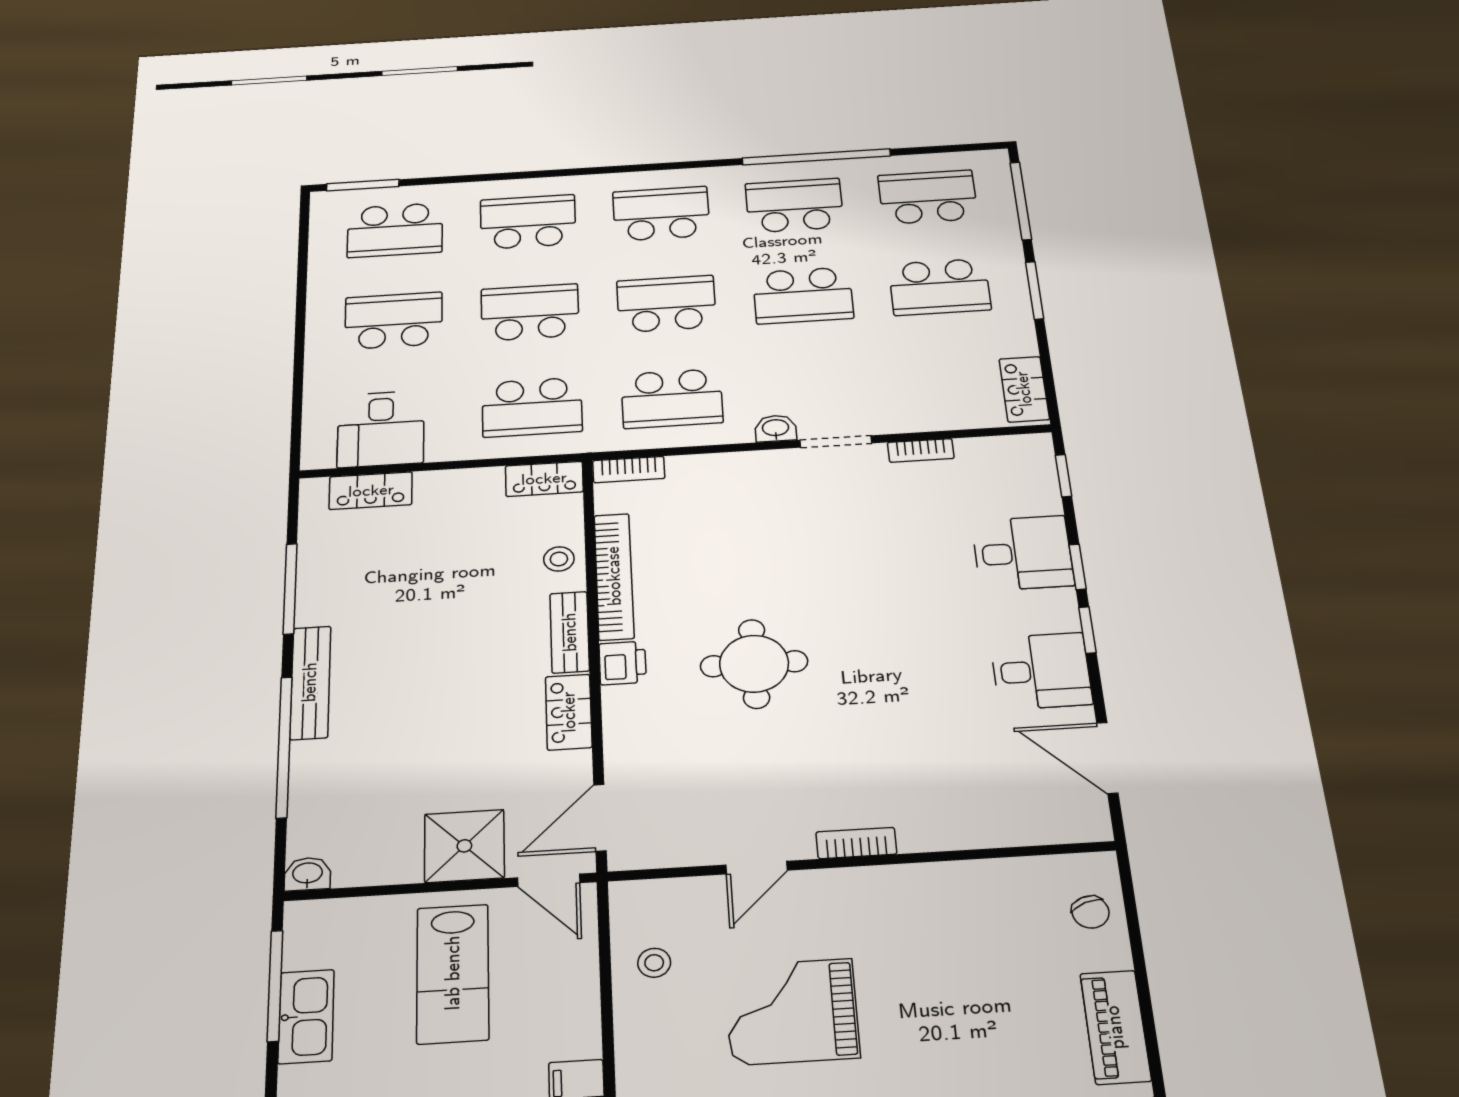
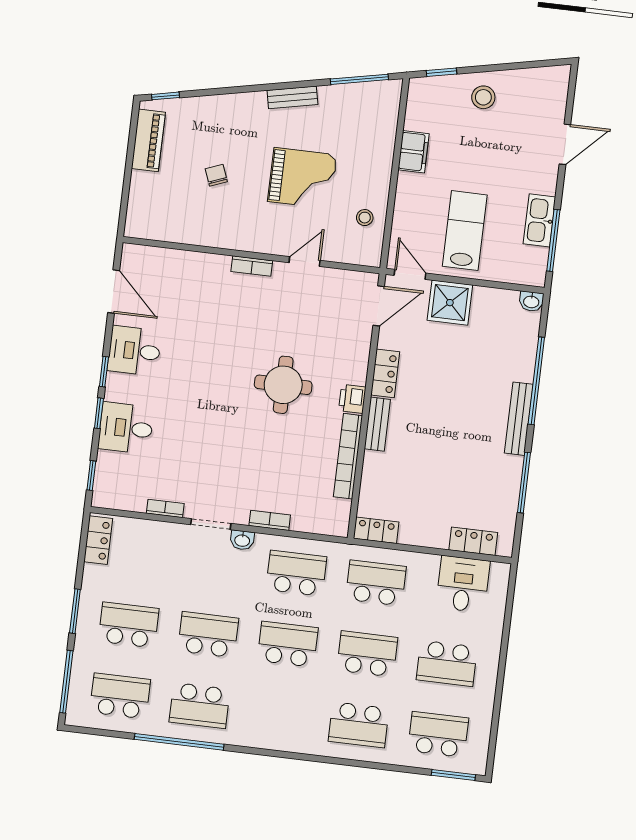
school desk: (928, 197) -> (120, 696), turned 180
school desk: (661, 214) -> (279, 715), removed
school desk: (666, 304) -> (288, 644), turned 180
school desk: (530, 312) -> (367, 654), turned 180
bookcase: (629, 469) -> (270, 520), moved
stool: (559, 559) -> (376, 474), removed
chair: (1090, 912) -> (216, 175), moved

